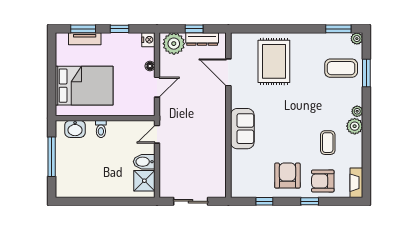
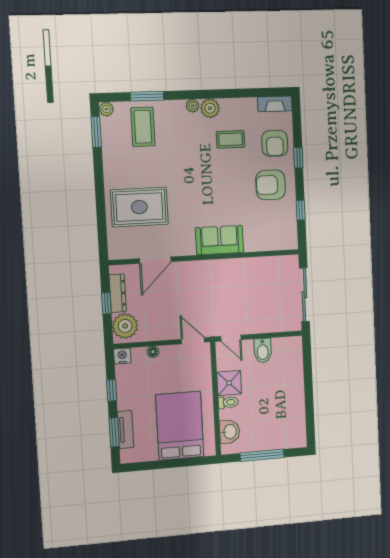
door: (157, 87) -> (193, 341), moved
shower: (144, 181) -> (229, 383), moved
sliding door: (191, 201) -> (304, 295), width x1.37

